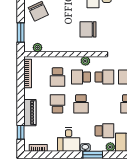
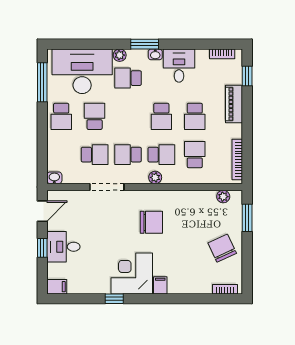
school desk: (81, 104) -> (161, 116), turned 180

